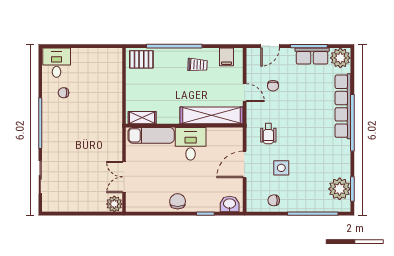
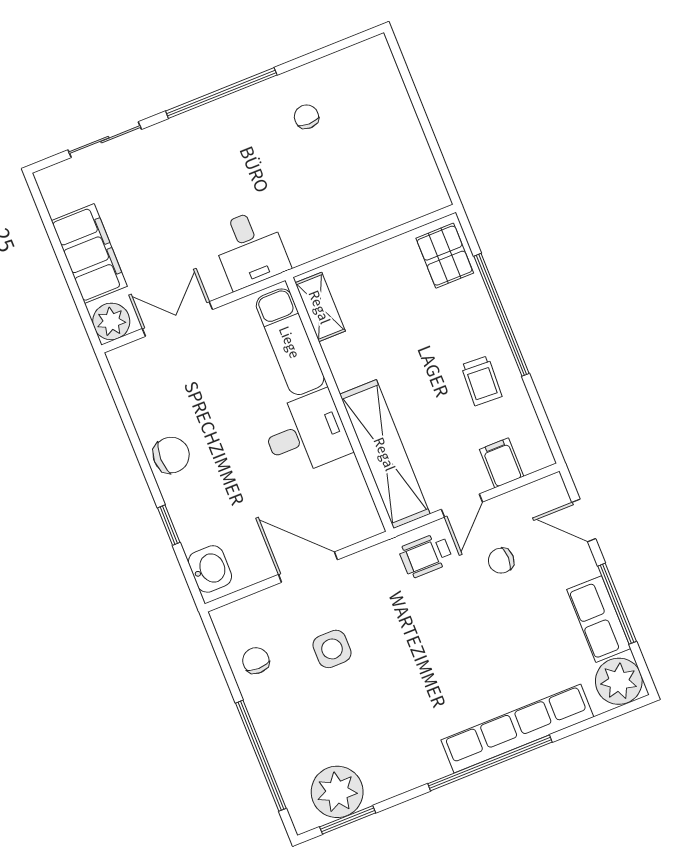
filing cabinet: (227, 57) -> (502, 463), moved, turned 90
desk: (57, 63) -> (250, 249), moved, turned 90
wheelchair: (268, 134) -> (426, 555), moved
filing cabinet: (83, 202) -> (89, 254), added

